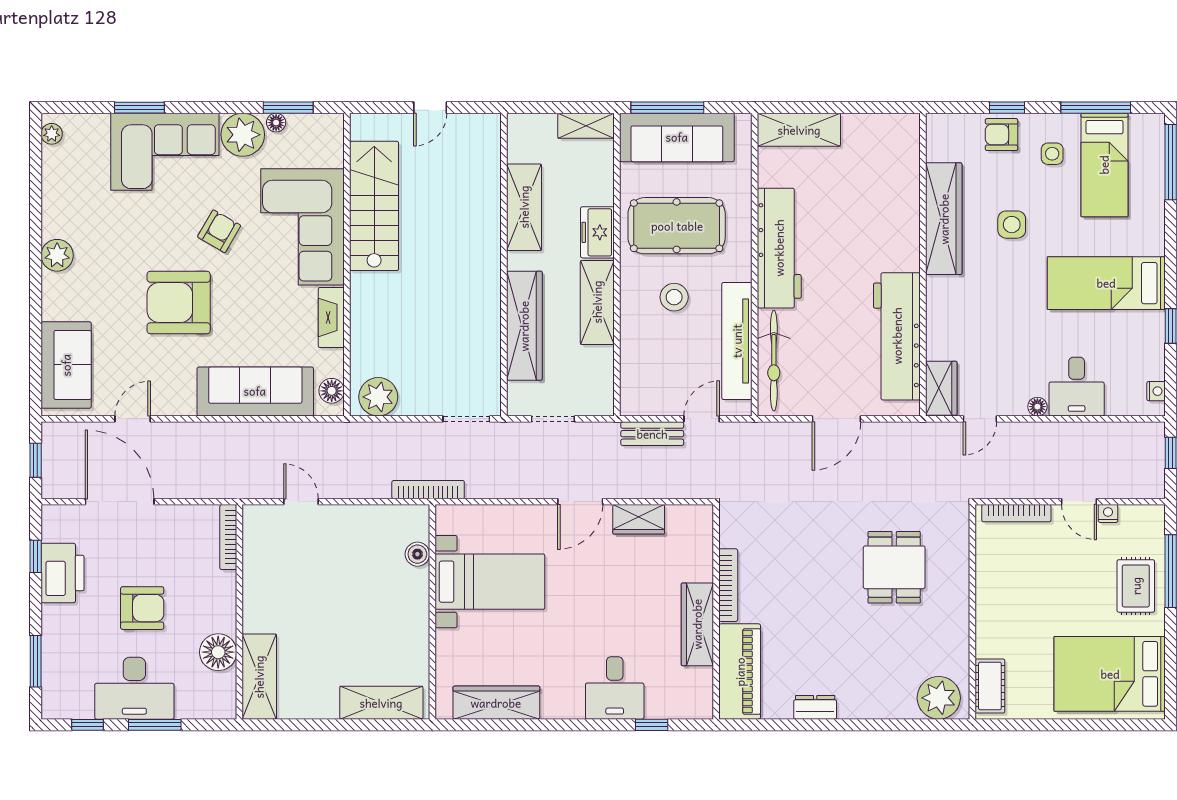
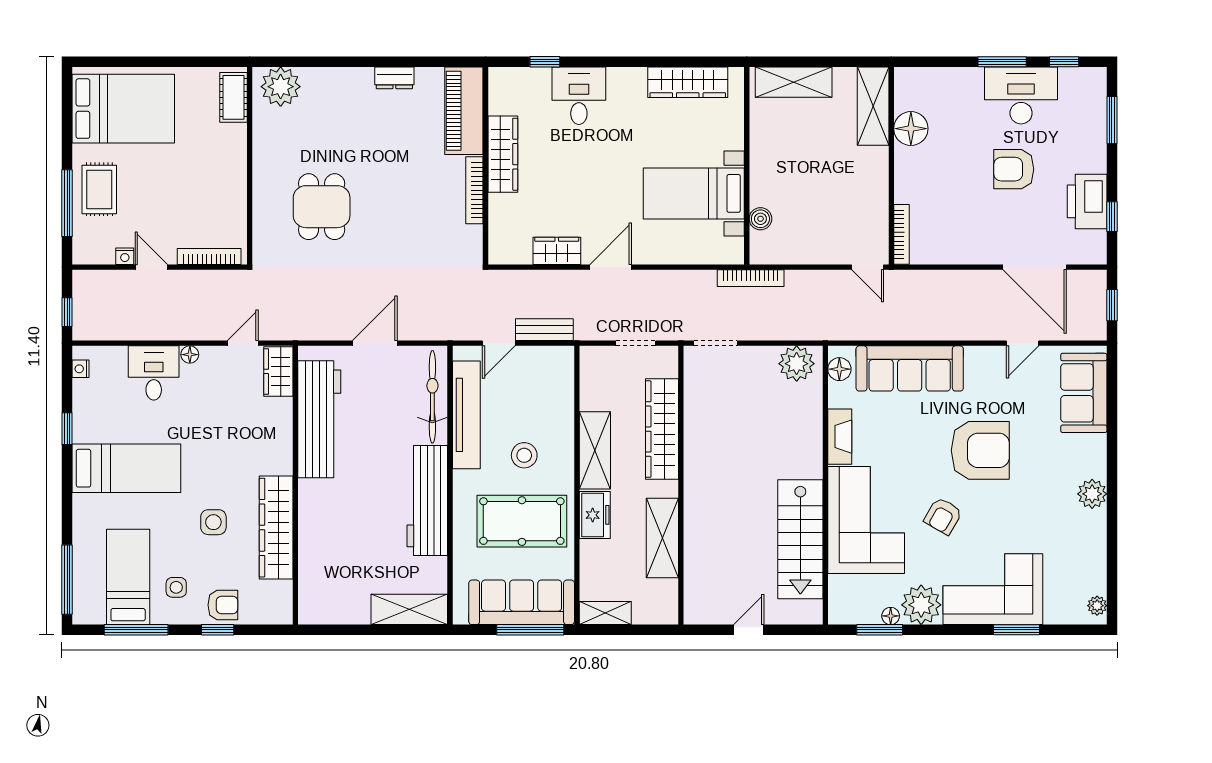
bookcase: (228, 537) -> (902, 234), moved
wall: (239, 612) -> (891, 166), moved
floor lamp: (218, 652) -> (911, 129), moved
shelving: (259, 677) -> (873, 106), moved

